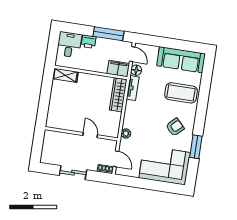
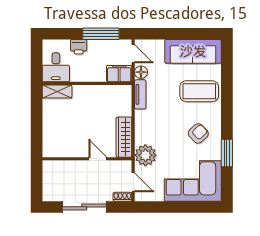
desk: (69, 45) -> (56, 67), moved, turned 180
wardrobe: (118, 95) -> (124, 137), moved
plant: (126, 133) -> (145, 155), width x1.88, depth x1.88
sliding door: (73, 173) -> (84, 207), width x1.37

